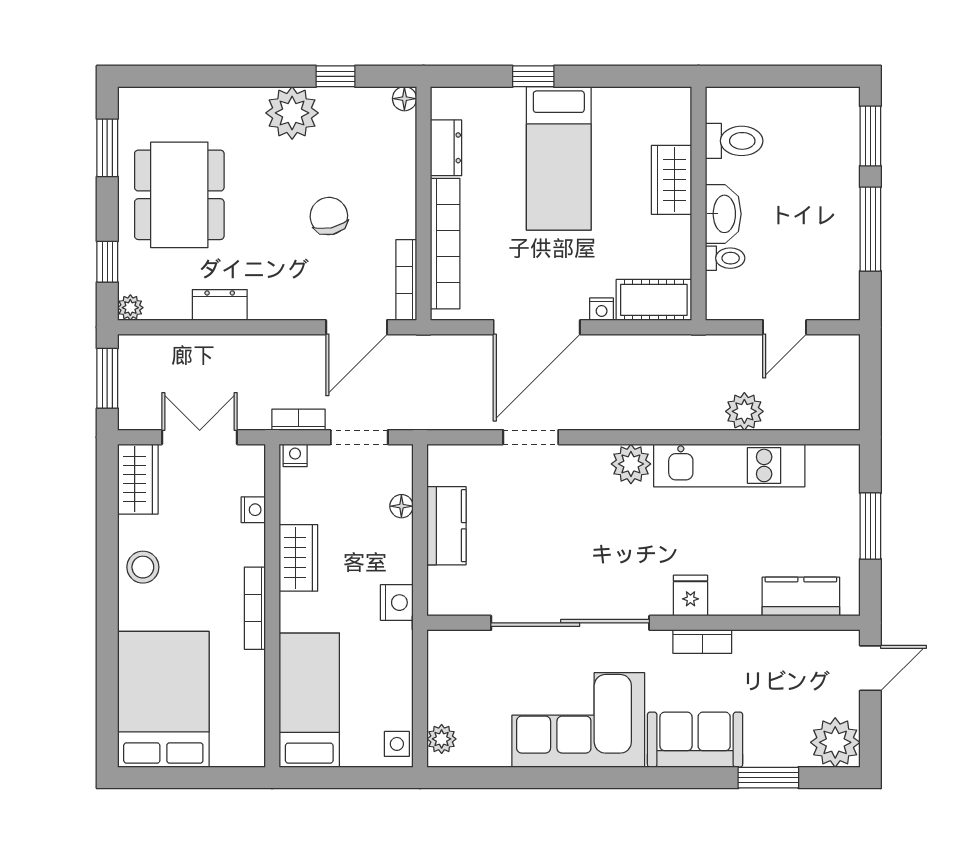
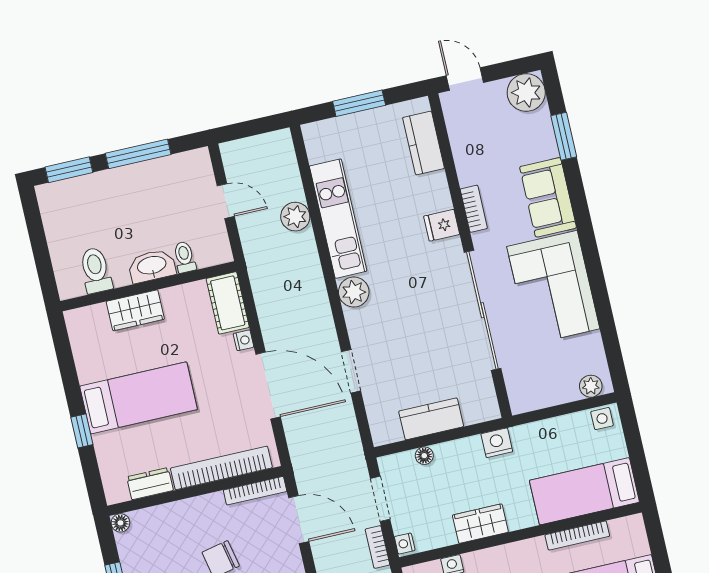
bookcase: (255, 608) -> (577, 536), moved

